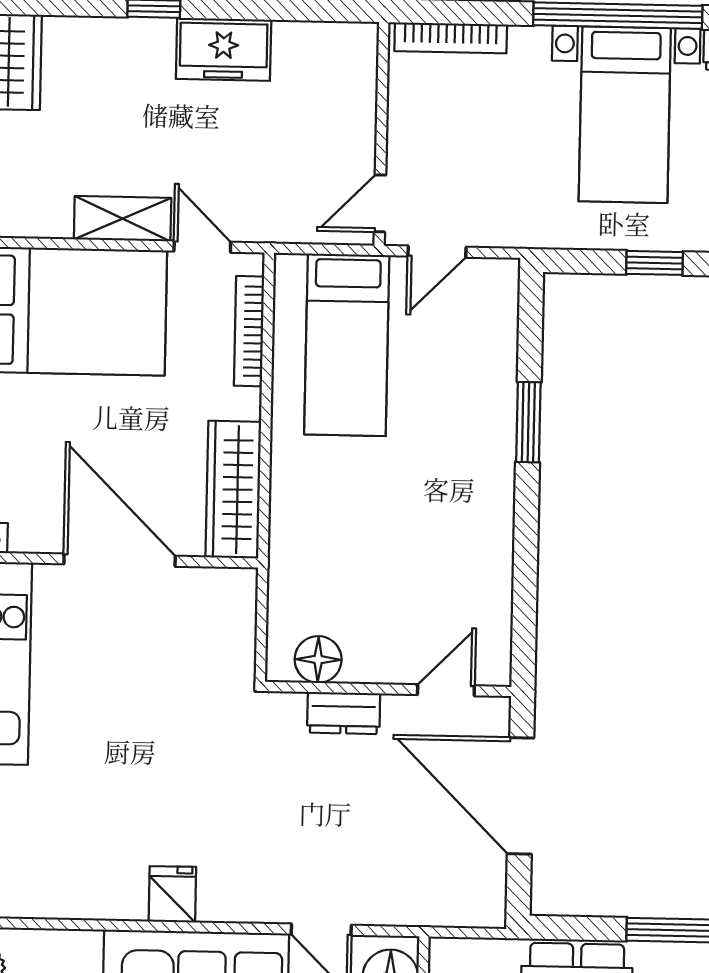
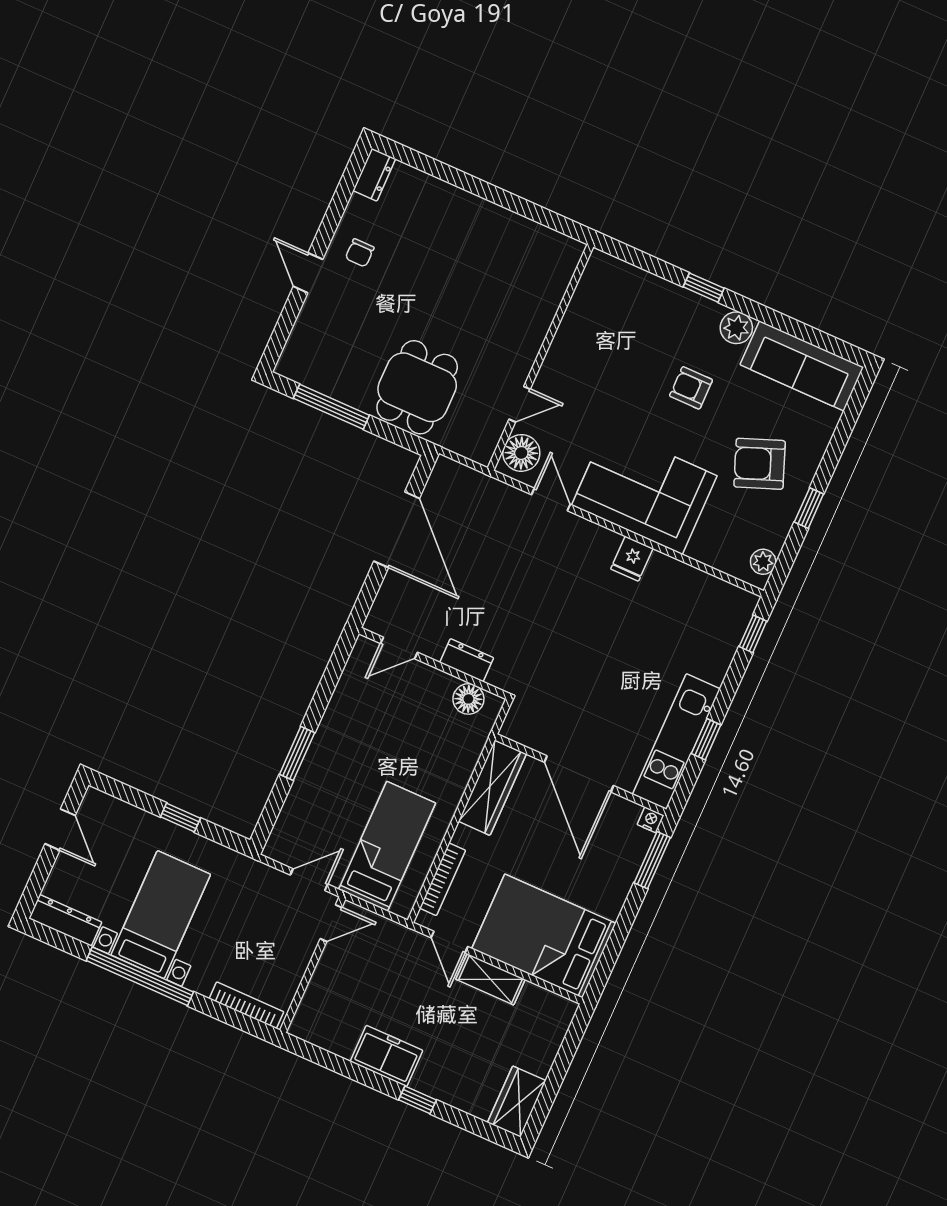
floor lamp: (318, 660) -> (468, 699), moved
wall: (388, 689) -> (434, 663), moved
door: (446, 690) -> (399, 648), moved
dresser: (344, 713) -> (467, 660), moved

